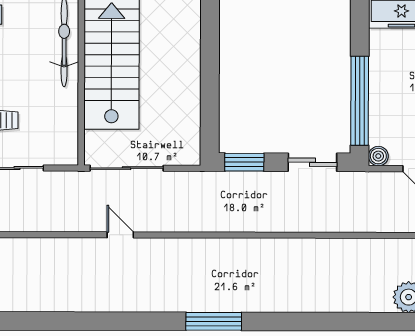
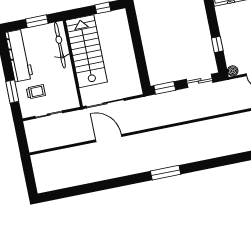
window: (360, 101) -> (217, 44), width x0.32
door: (120, 235) -> (109, 138), width x1.88

